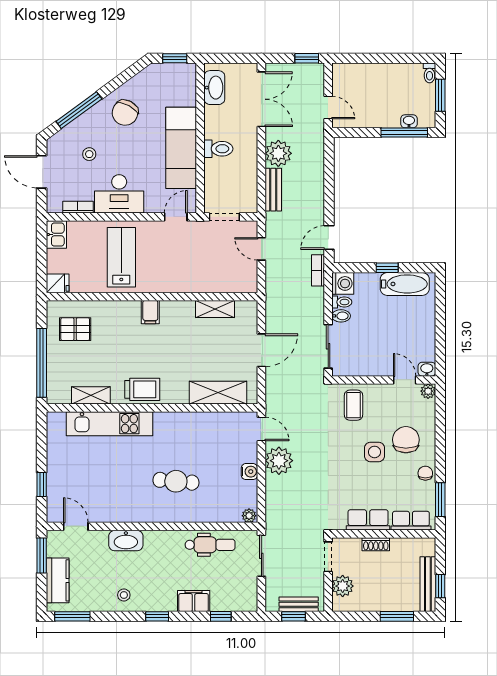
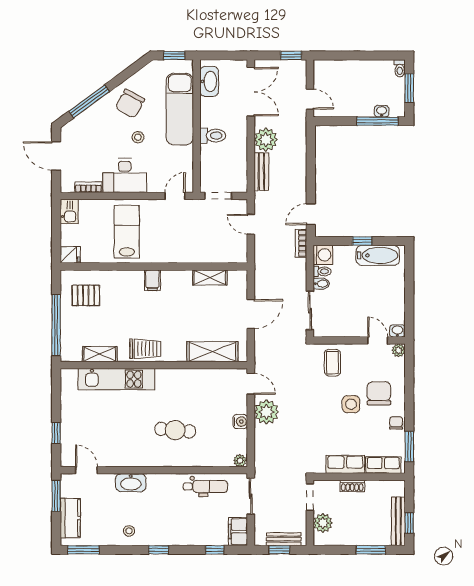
exam couch: (181, 148) -> (180, 109), moved
stool: (89, 154) -> (138, 137), moved
filing cabinet: (194, 601) -> (238, 532), moved, turned -90

